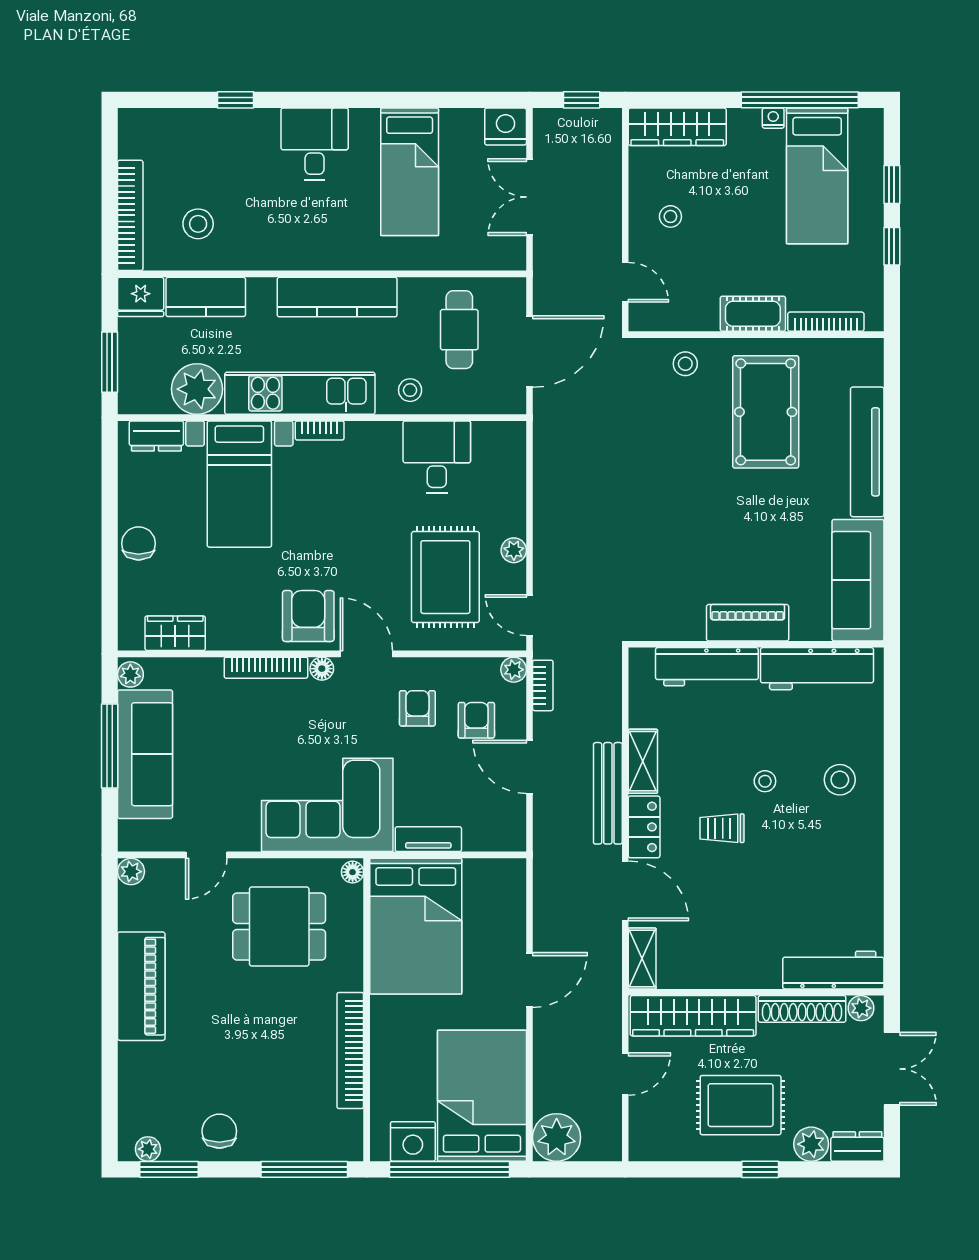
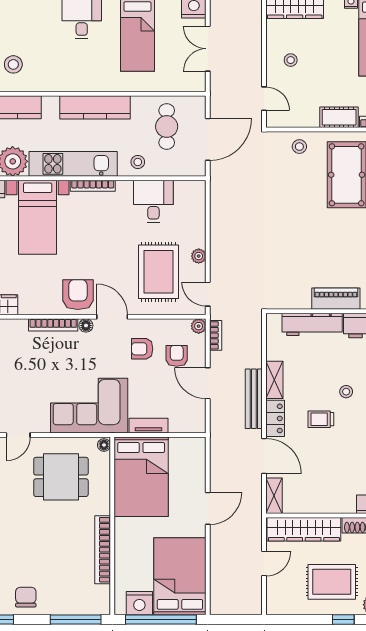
bookcase: (320, 430) -> (93, 186), width x1.56
armchair: (417, 708) -> (142, 349), turned -90
plant: (557, 1137) -> (224, 601), removed

